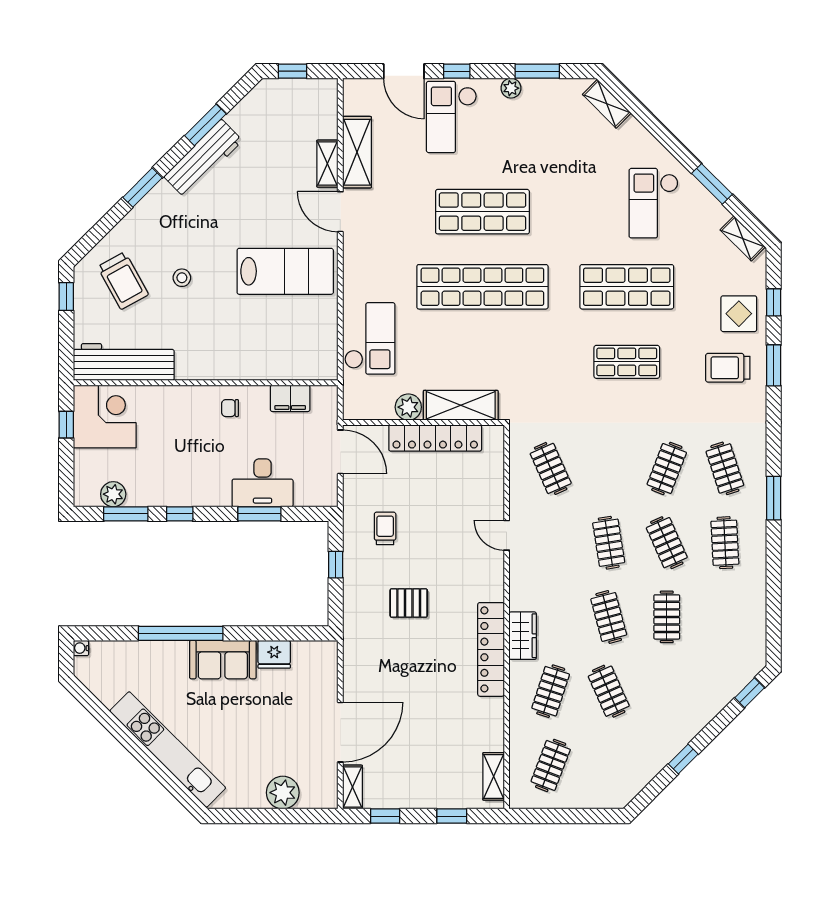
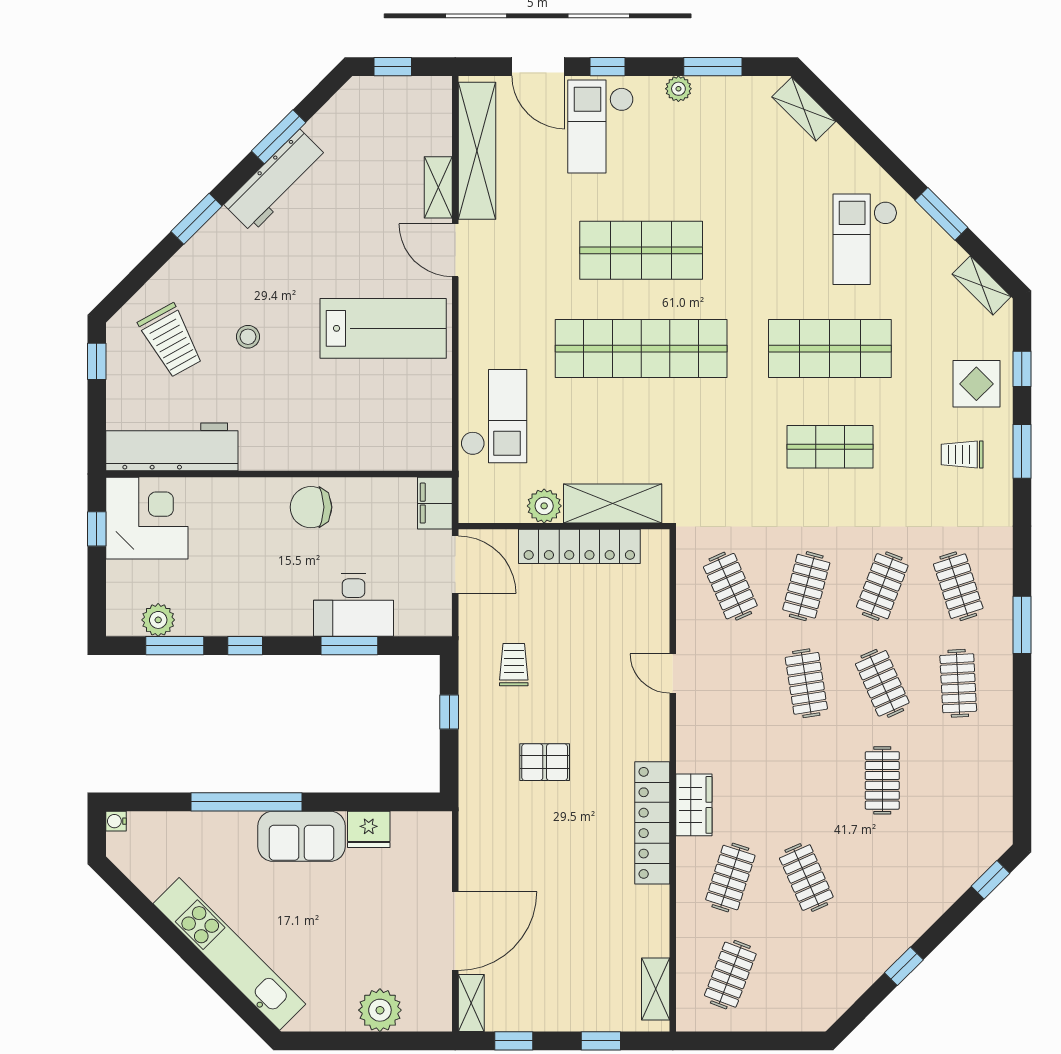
shelving: (357, 152) -> (477, 151), width x1.47
trolley: (728, 368) -> (962, 454), width x0.73, depth x0.72
filing cabinet: (290, 398) -> (435, 503), moved, turned 90
chair: (230, 408) -> (311, 507), width x1.87, depth x1.87
clothes rail: (609, 617) -> (806, 586), moved, turned 30

